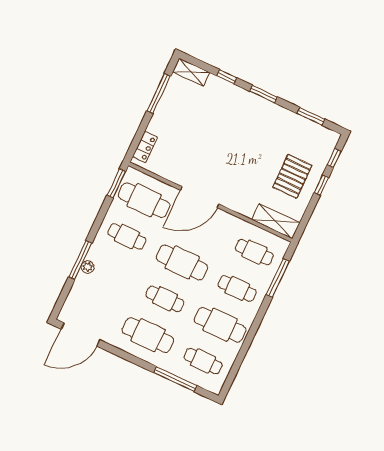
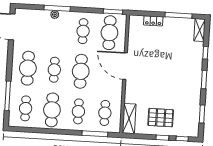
locker: (145, 147) -> (153, 21), moved

